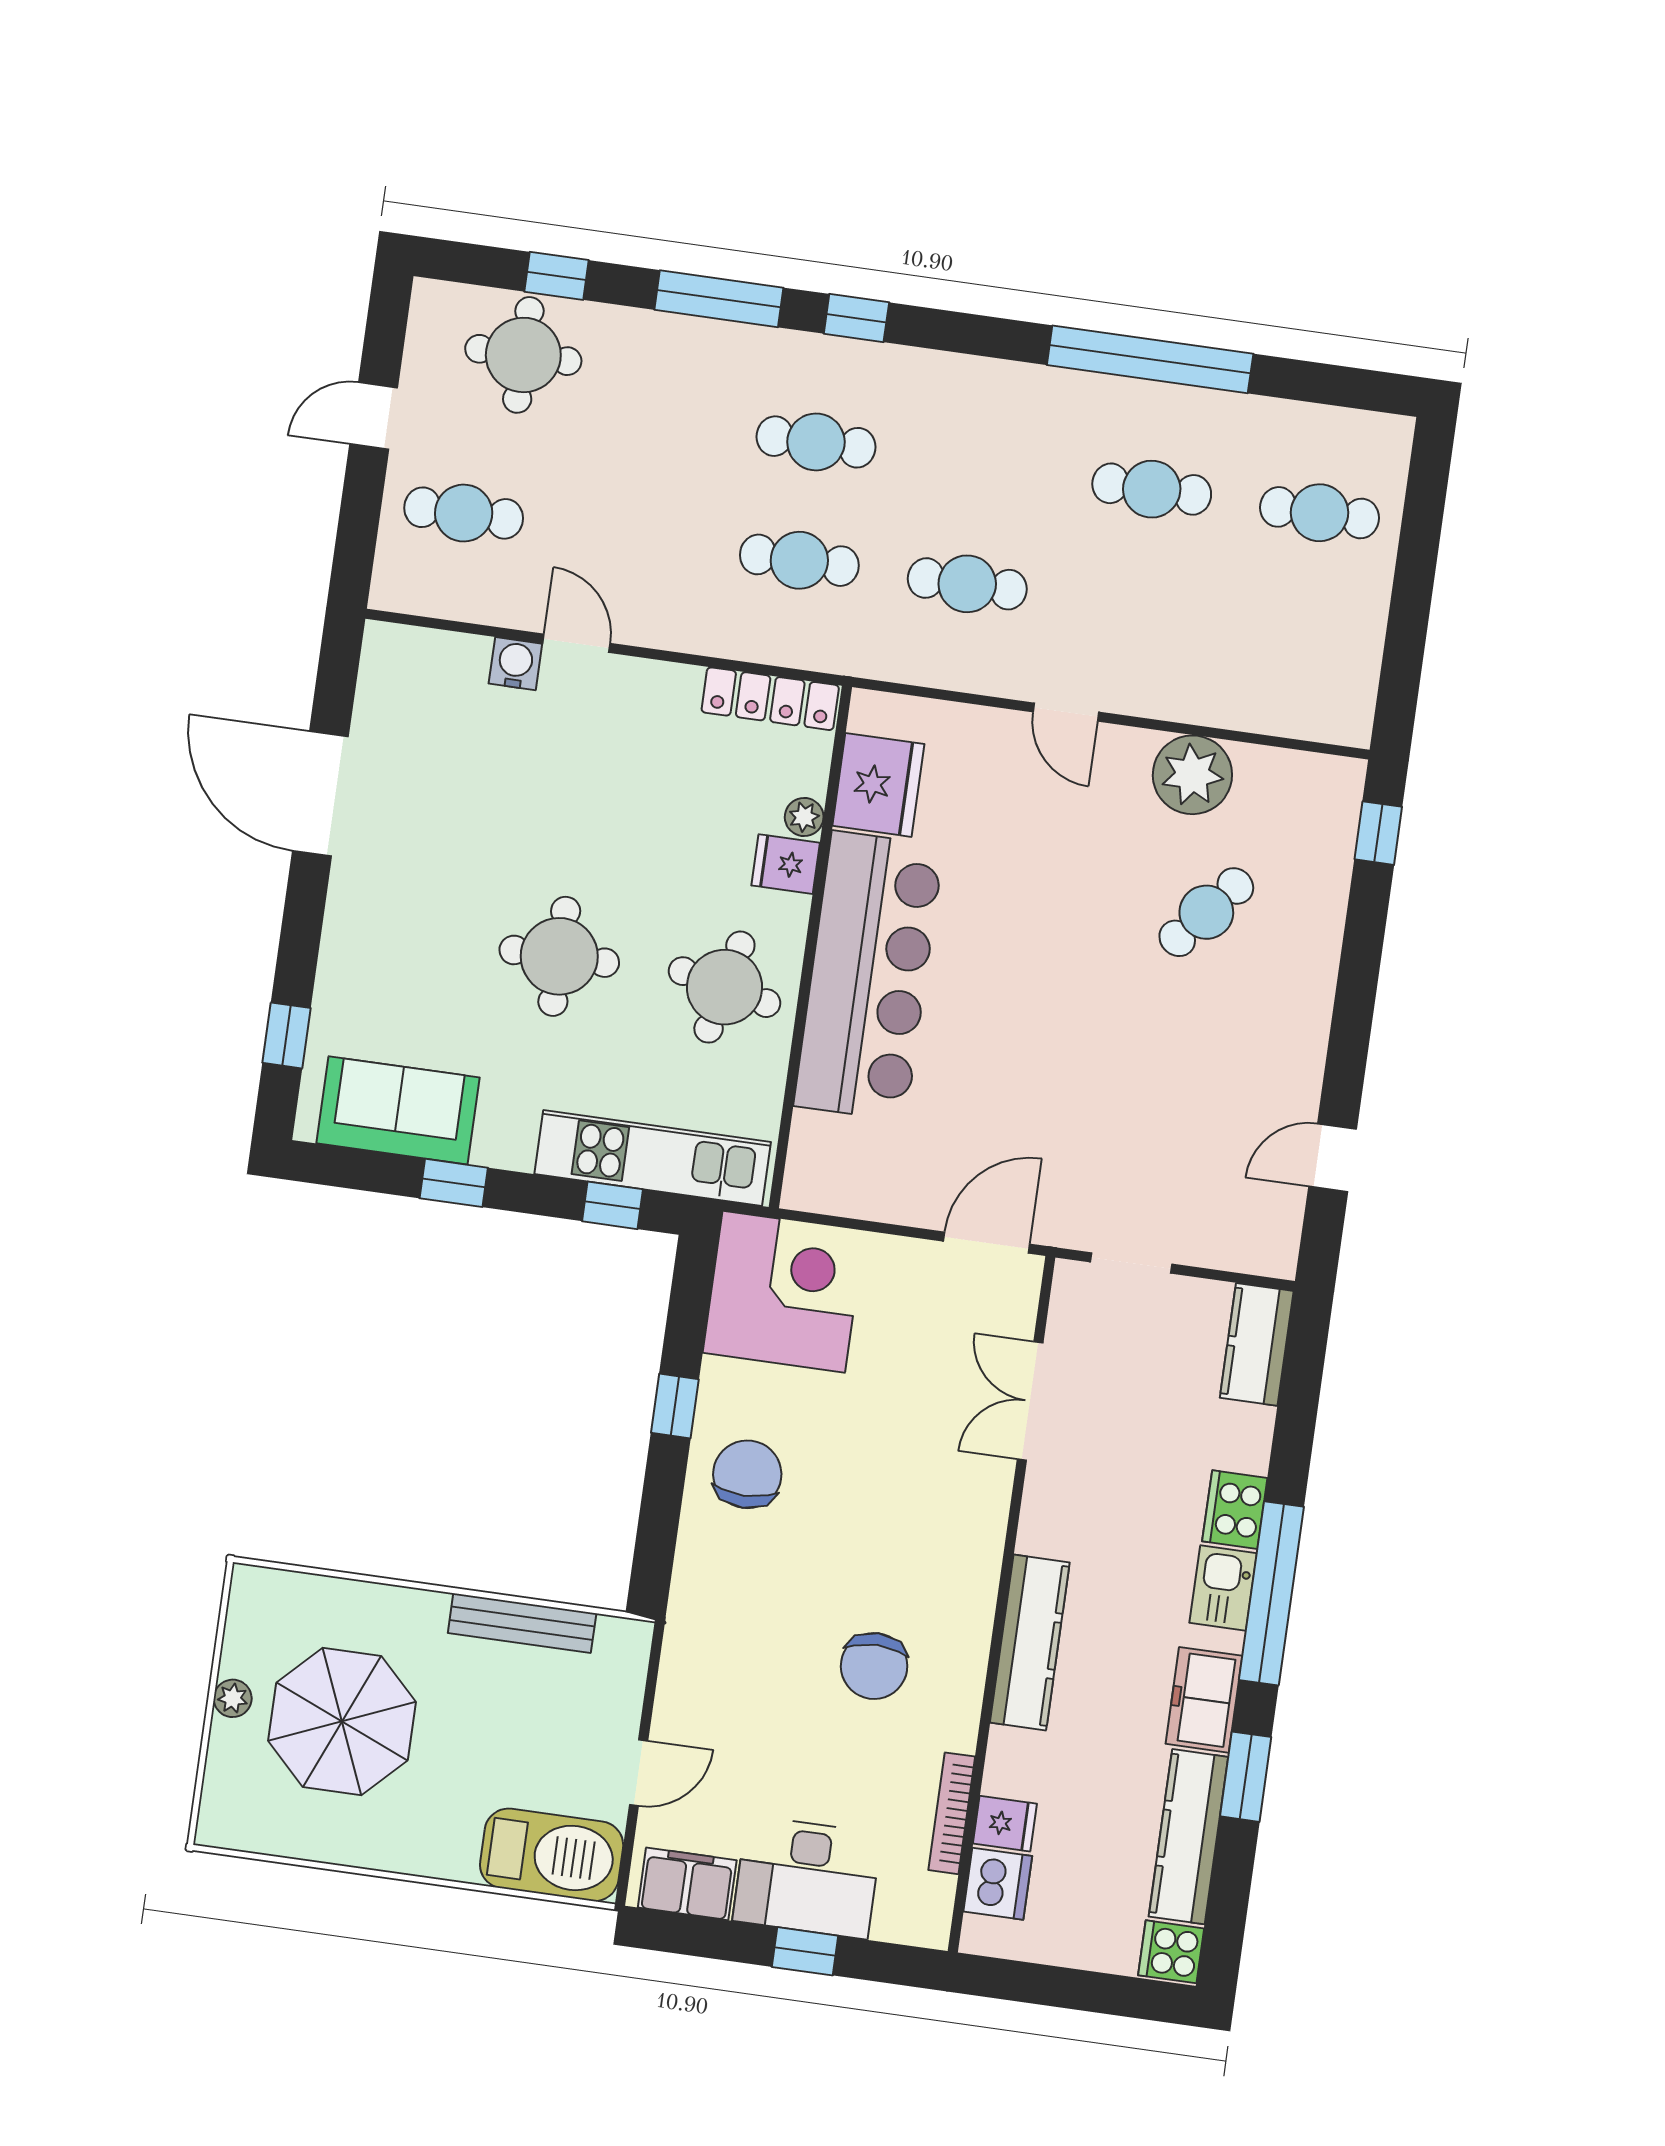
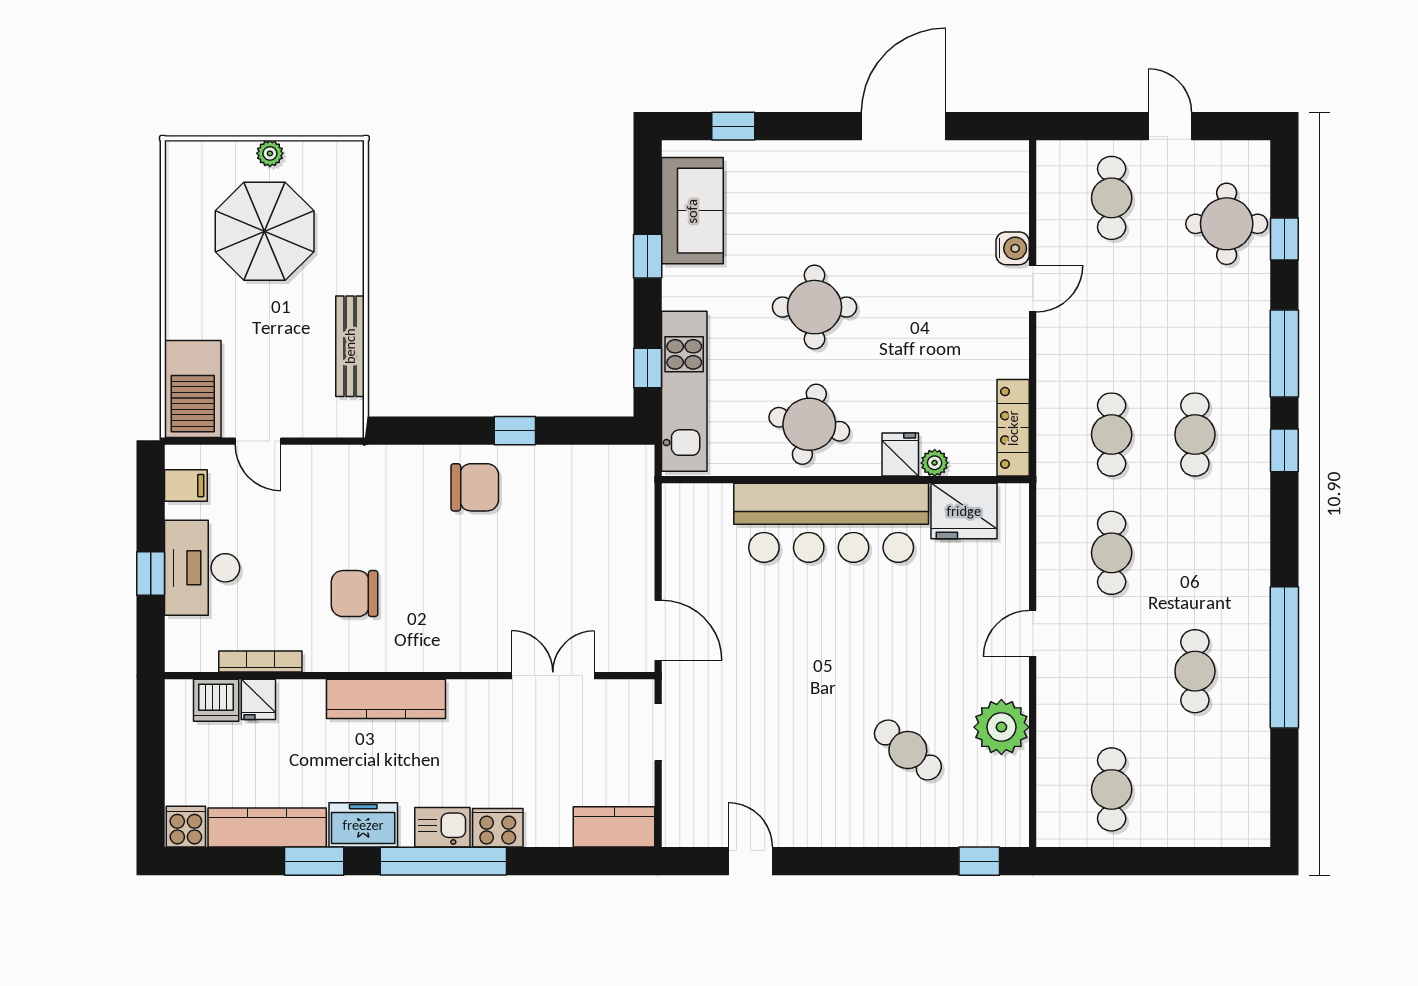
cafe table: (1320, 513) -> (1112, 789), moved
corner desk: (784, 1292) -> (604, 495), removed
filing cabinet: (687, 1884) -> (186, 486), width x0.50

